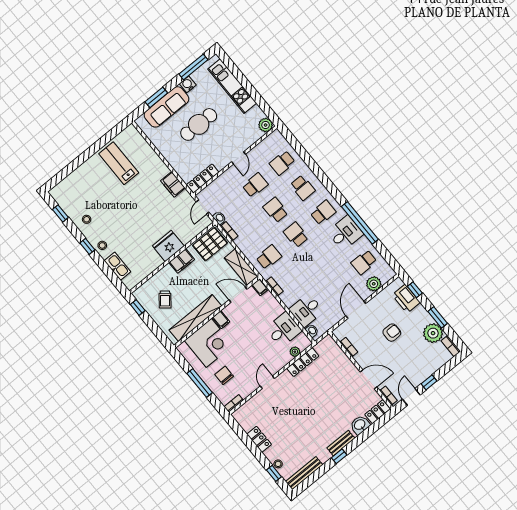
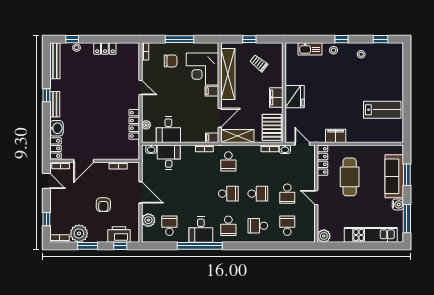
cafe table: (199, 124) -> (350, 177), moved
window: (138, 307) -> (249, 39), moved
window: (429, 382) -> (46, 219), moved

